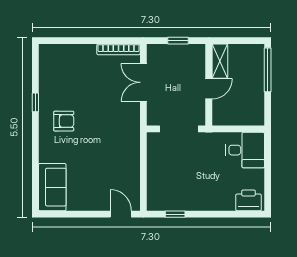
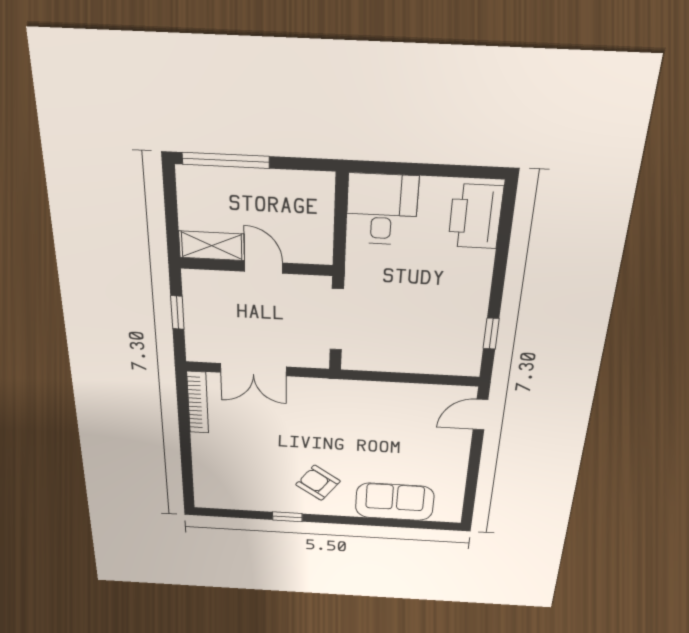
armchair: (64, 121) -> (318, 483), turned -55
sofa: (52, 187) -> (395, 502), moved
printer: (248, 200) -> (475, 216), width x1.37, depth x1.19

